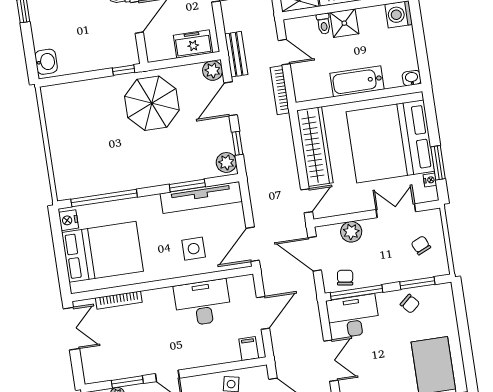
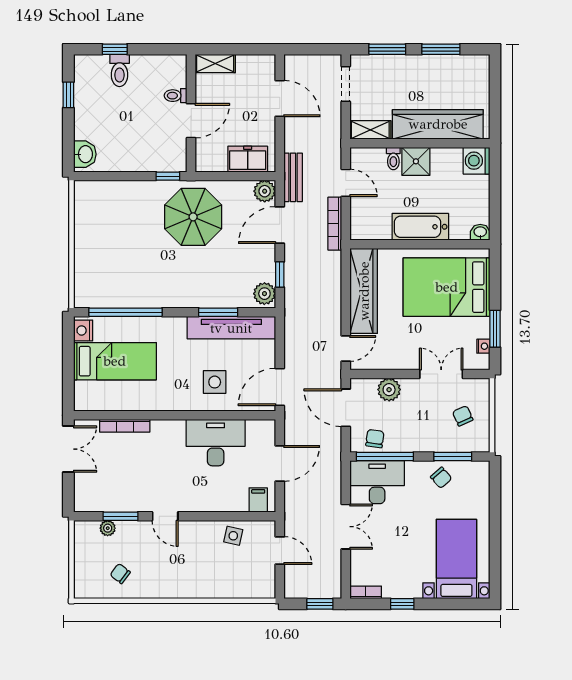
bed: (390, 141) -> (447, 287), width x0.73
bed: (103, 252) -> (115, 361), width x0.67

